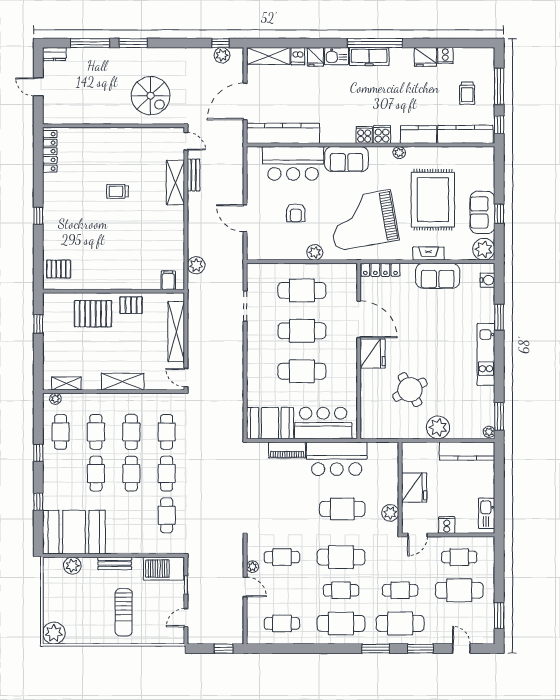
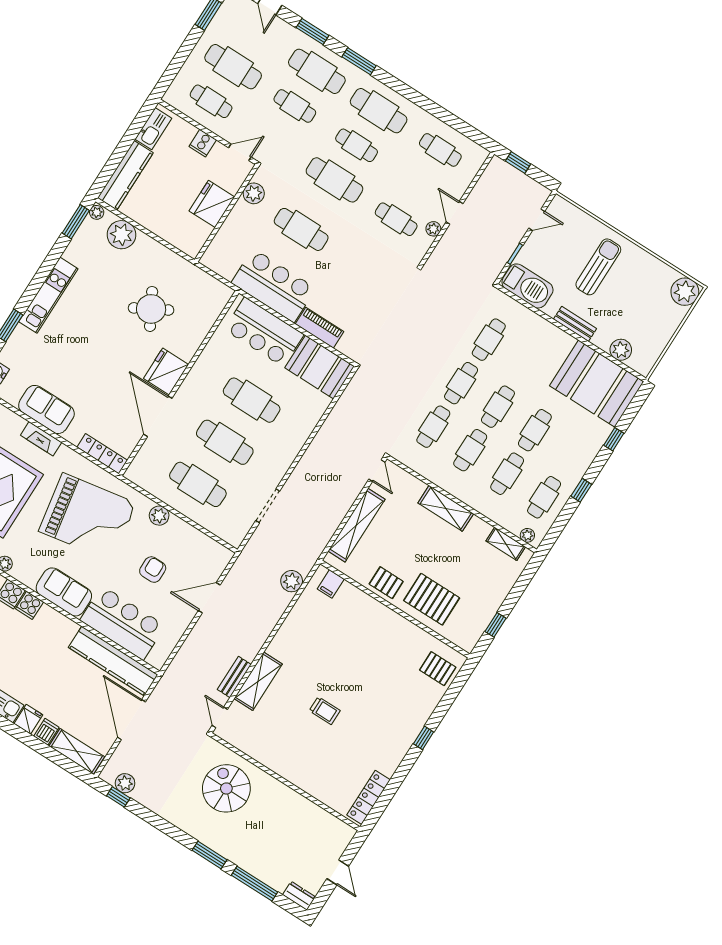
door: (245, 101) -> (132, 720), swing flipped
door: (245, 218) -> (209, 598), swing flipped
plant: (438, 427) -> (121, 235), moved
kitchen counter: (467, 451) -> (125, 175), moved, turned 90

